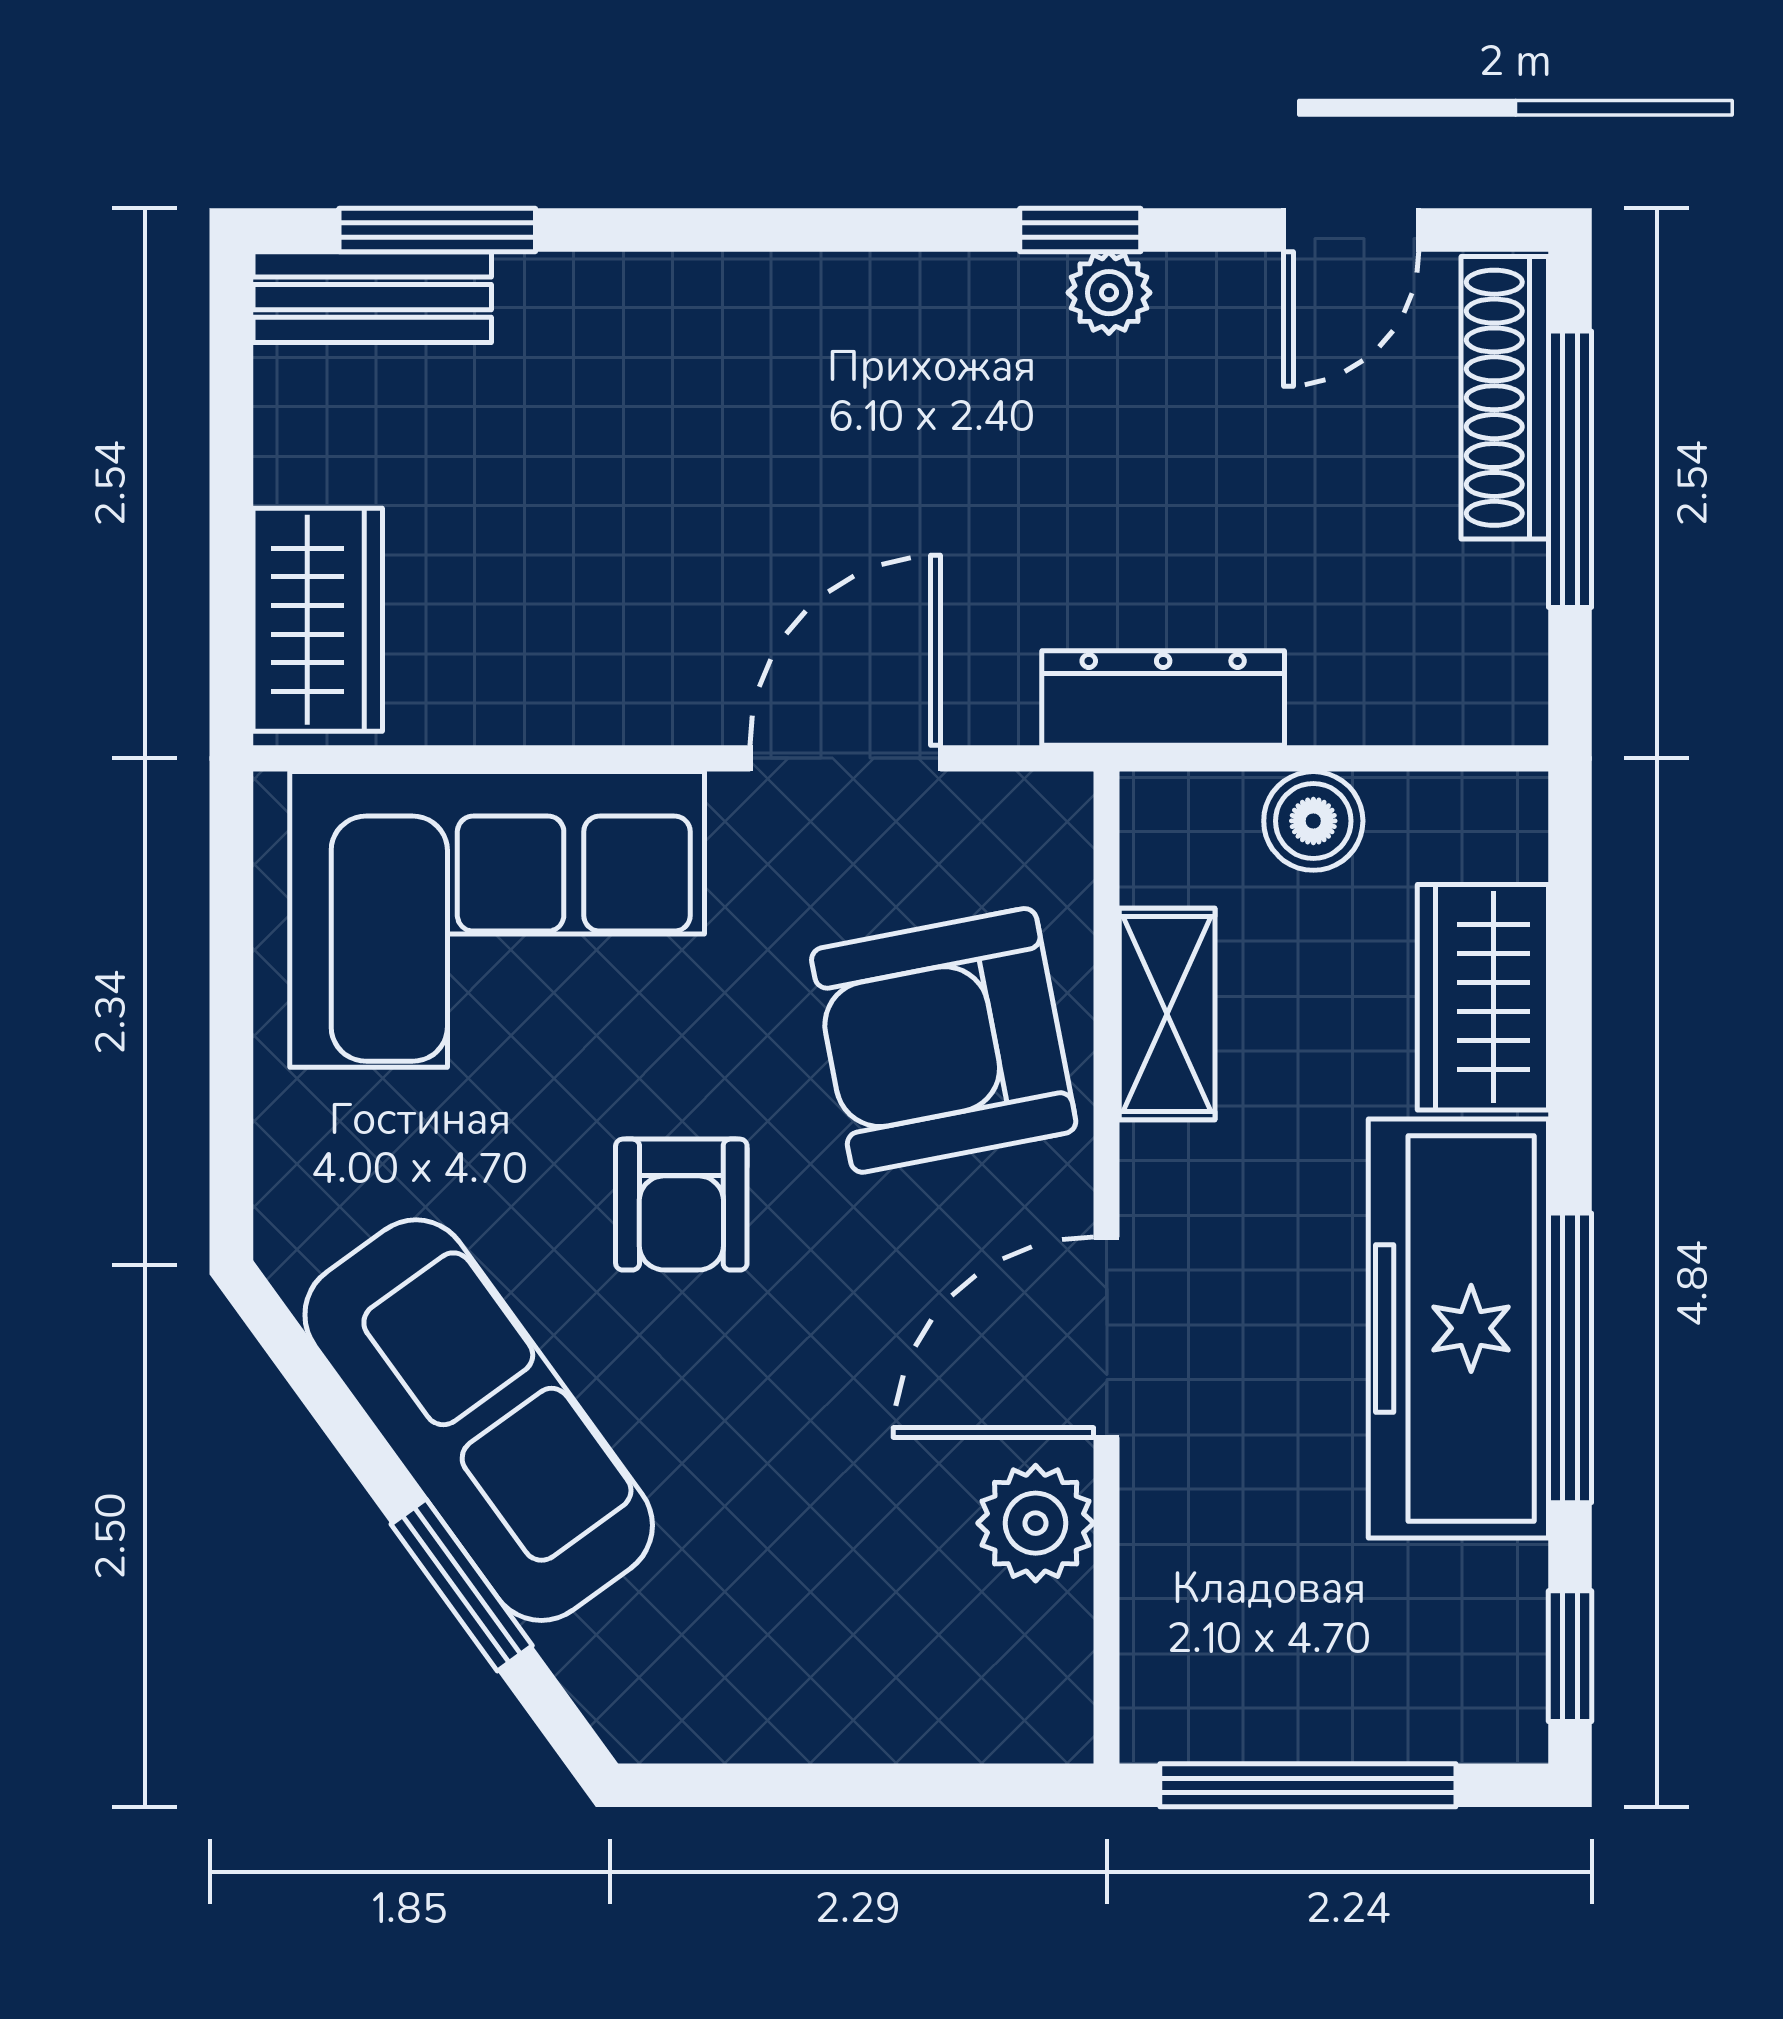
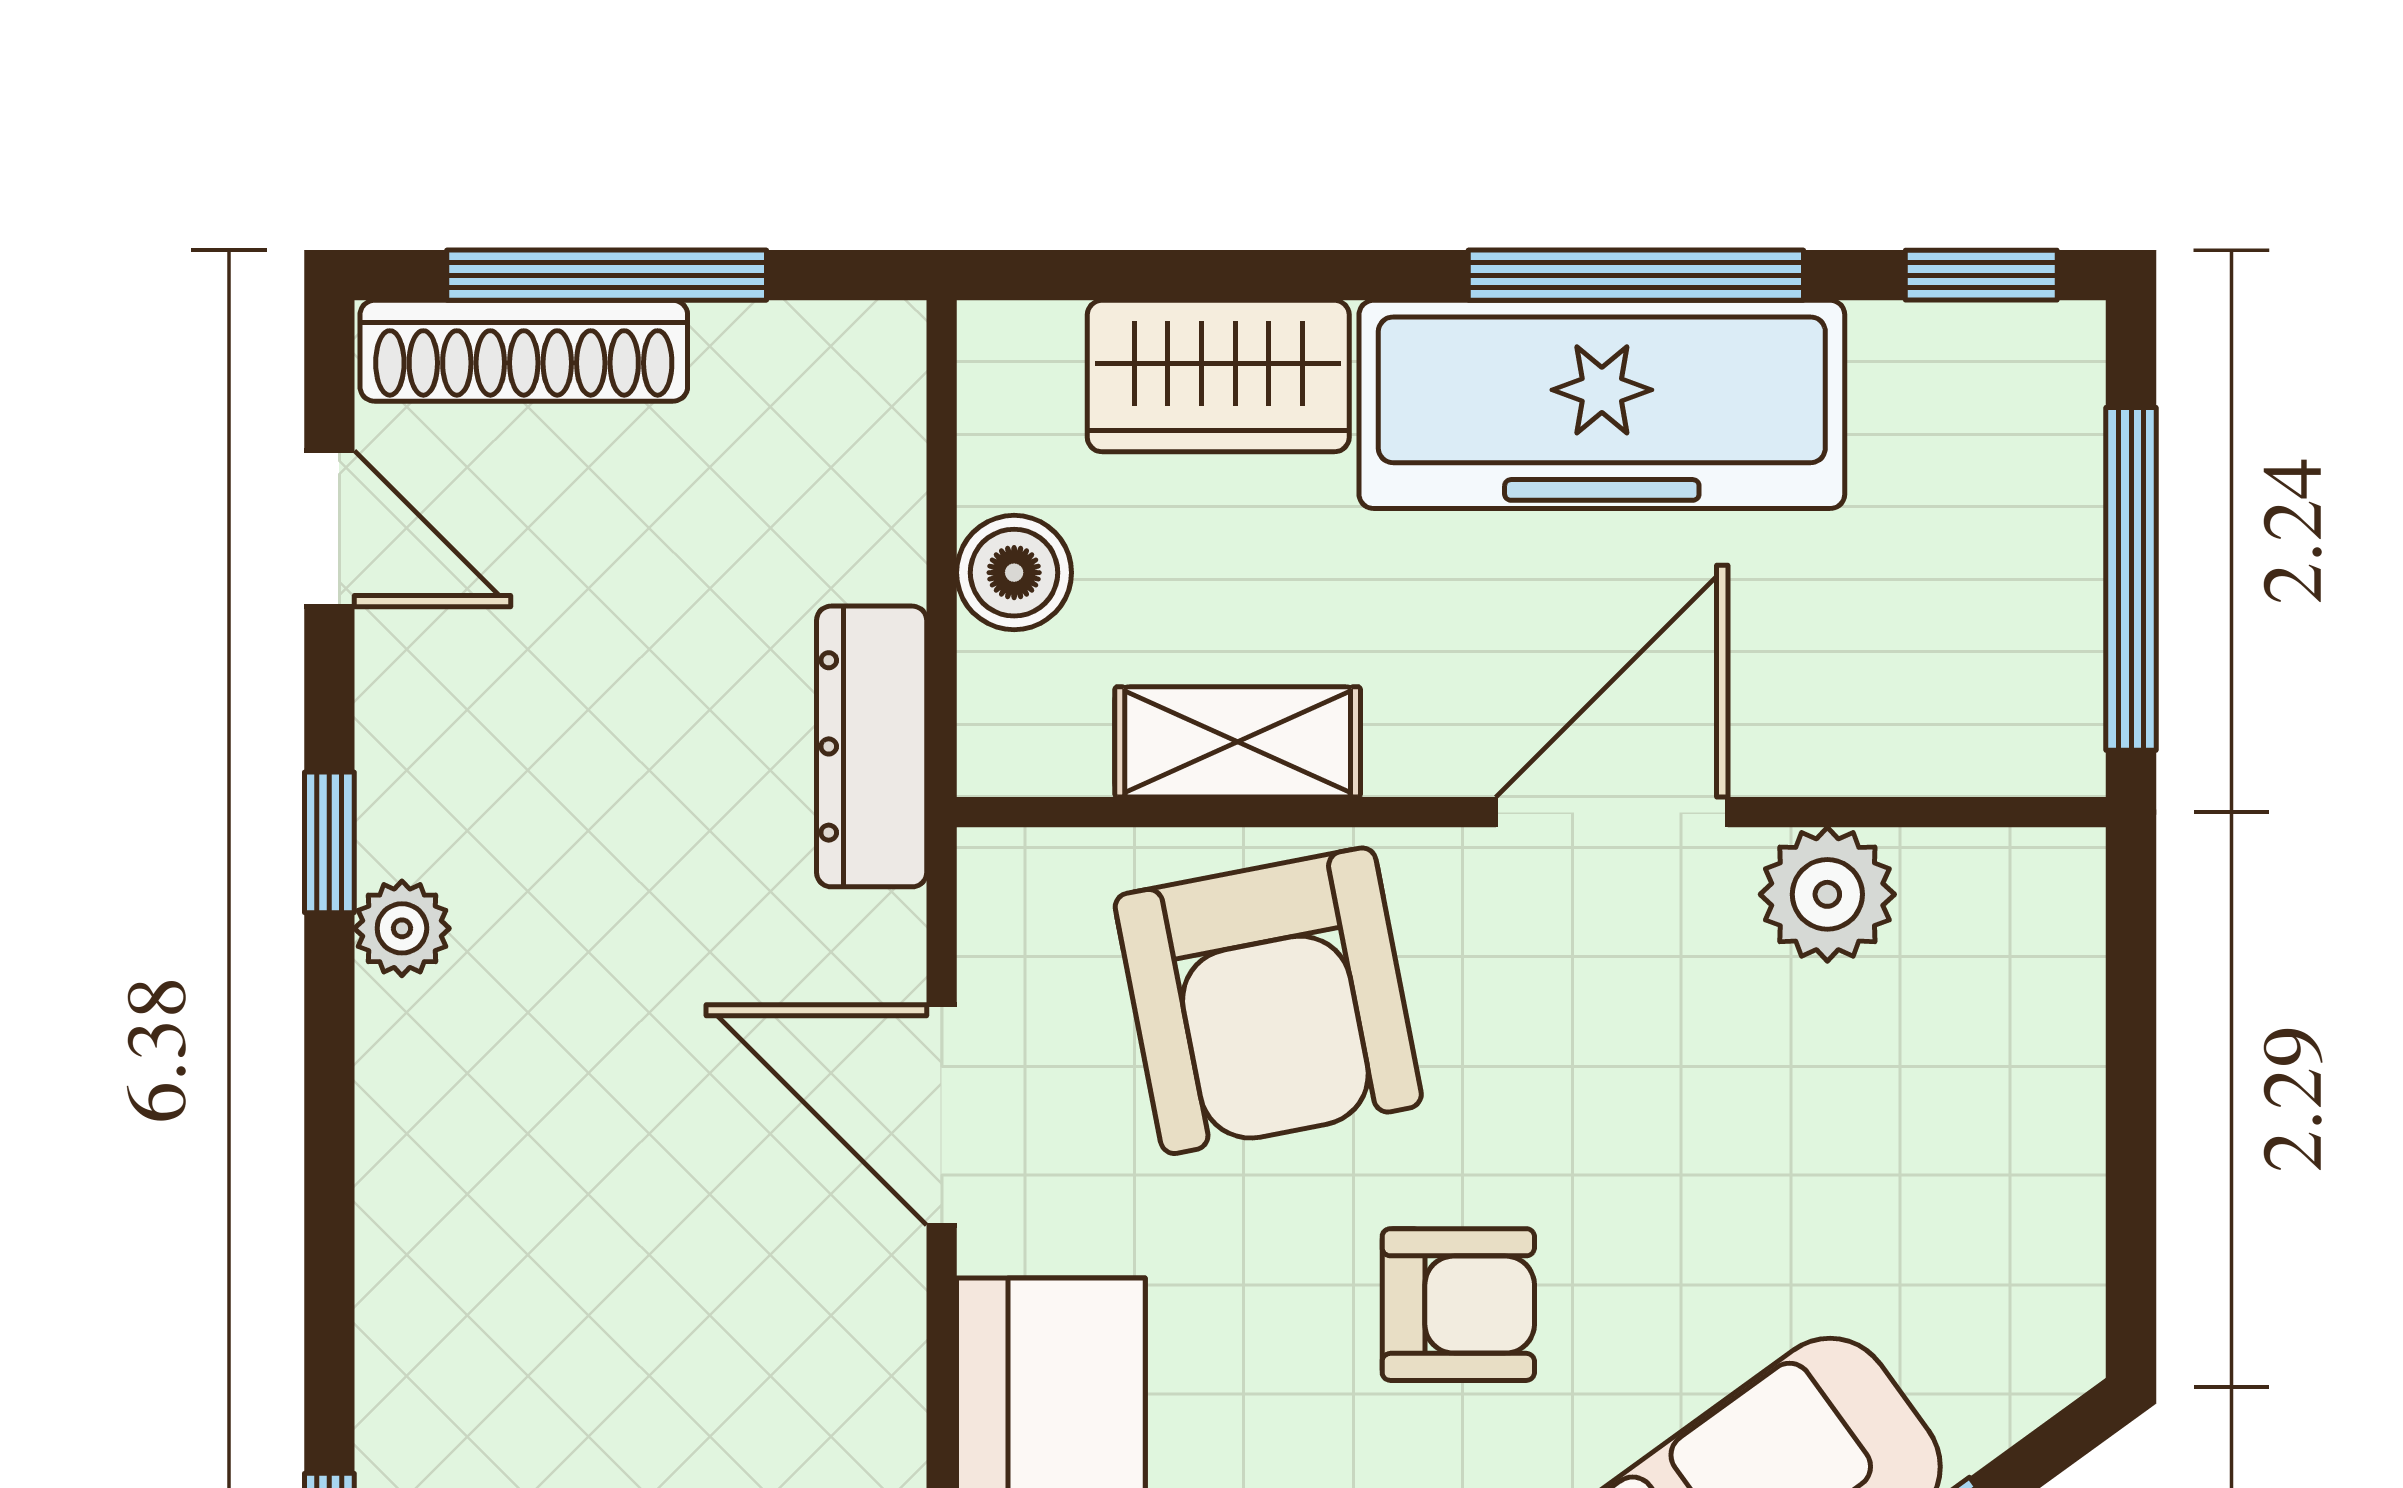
plant: (1109, 293) -> (402, 928), moved
door: (1107, 1337) -> (1612, 812), swing flipped

